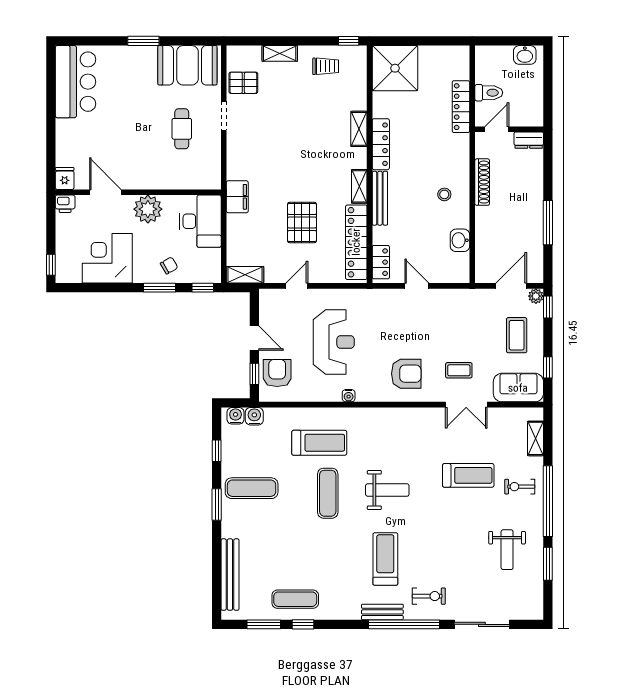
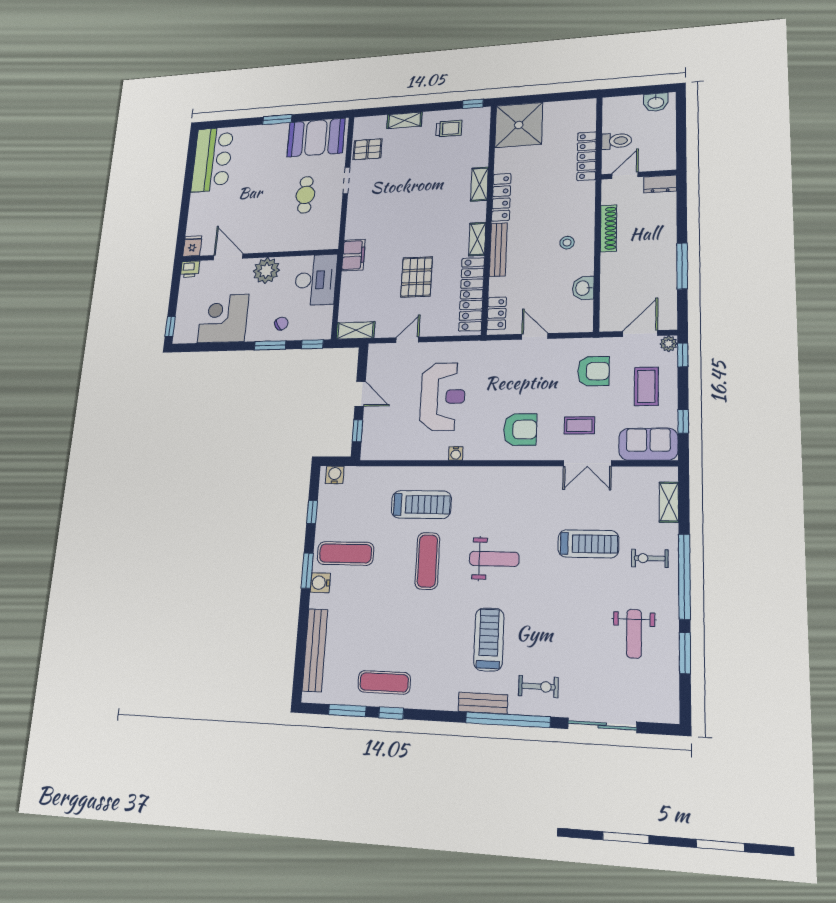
armchair: (277, 373) -> (593, 371), moved, turned 90
water cooler: (254, 416) -> (320, 583), moved, turned -90

